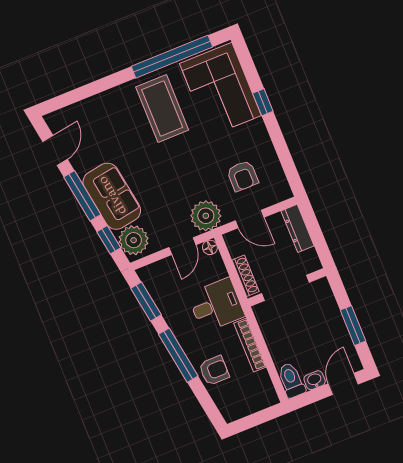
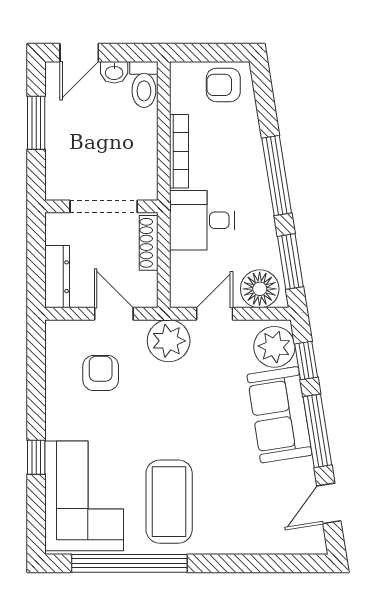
floor lamp: (210, 247) -> (260, 289), moved, width x1.89, depth x1.89
armchair: (214, 371) -> (223, 85), moved

